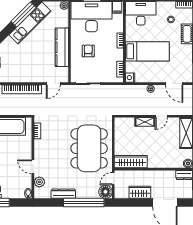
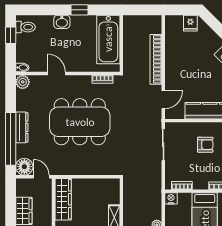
door: (53, 84) -> (163, 100), swing flipped
dining table: (89, 148) -> (80, 122), moved
door: (33, 167) -> (56, 74), hinge flipped
plant: (39, 182) -> (23, 82), moved
dresser: (63, 194) -> (22, 127), moved

